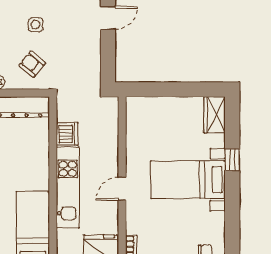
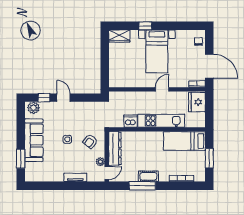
door: (122, 189) -> (162, 89), swing flipped

